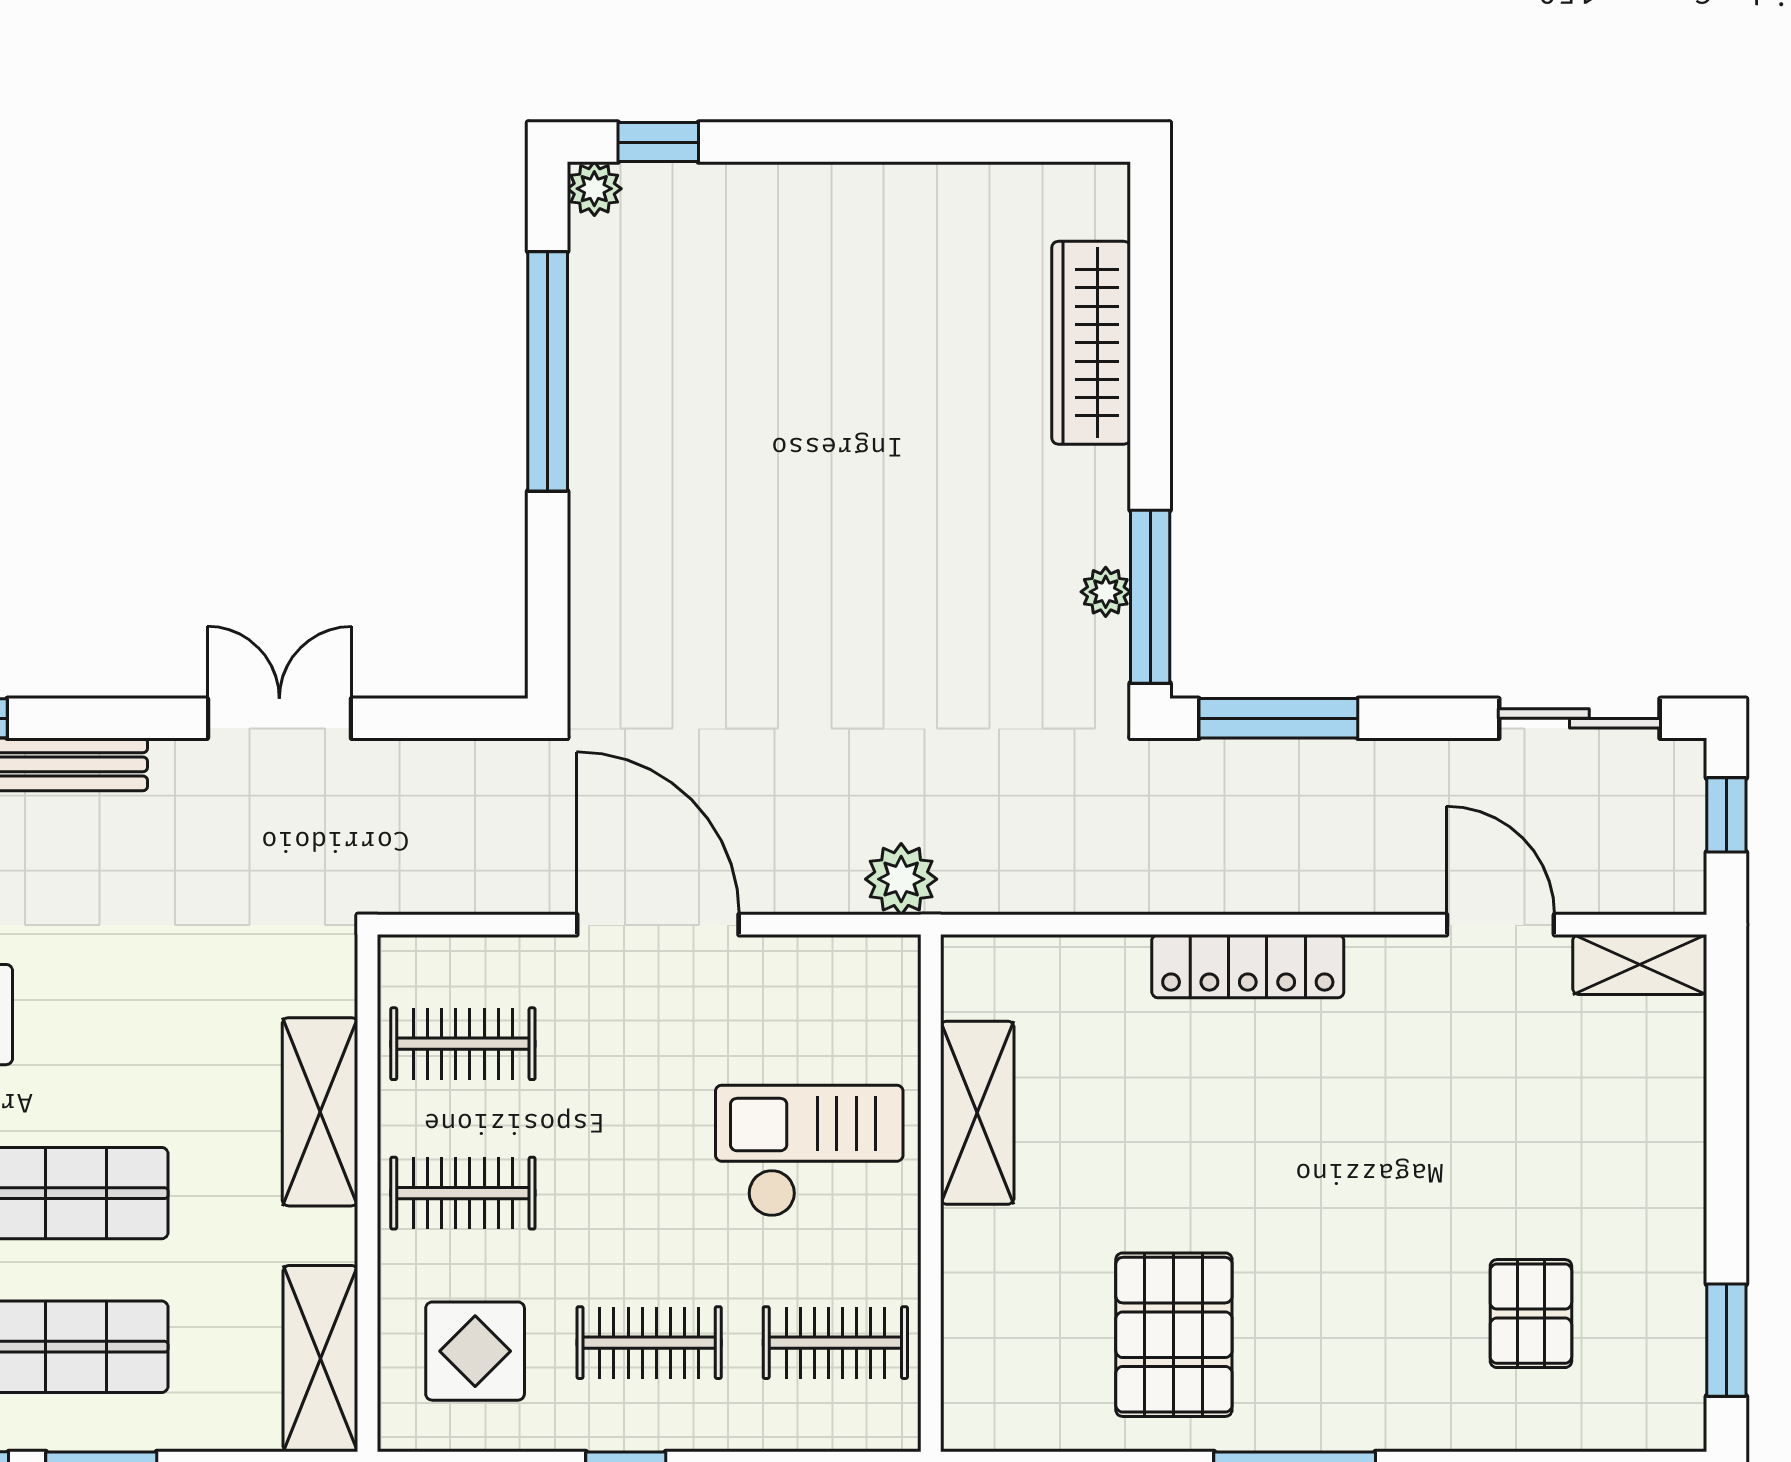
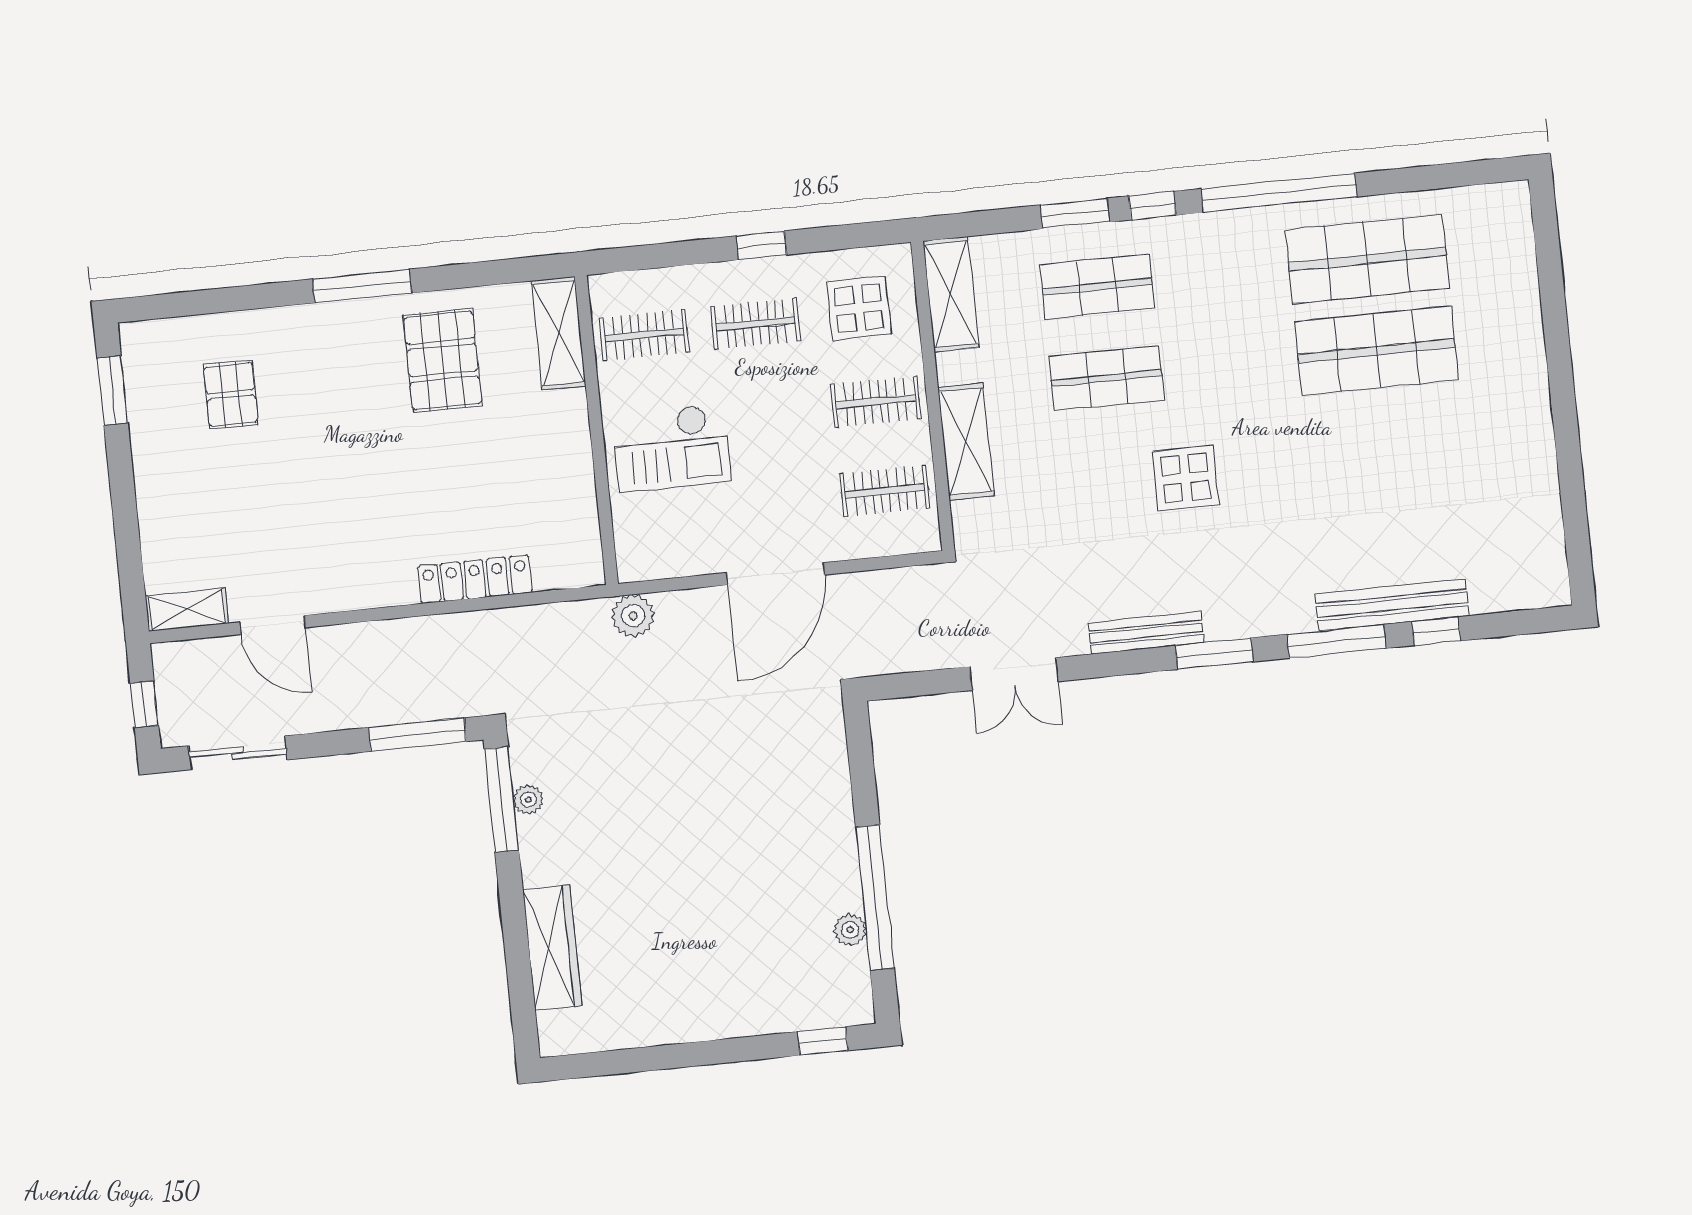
plant: (594, 189) -> (850, 930), moved
door: (658, 925) -> (776, 574), hinge flipped
locker: (1248, 966) -> (475, 579), moved
shelving: (977, 1113) -> (558, 333), moved

